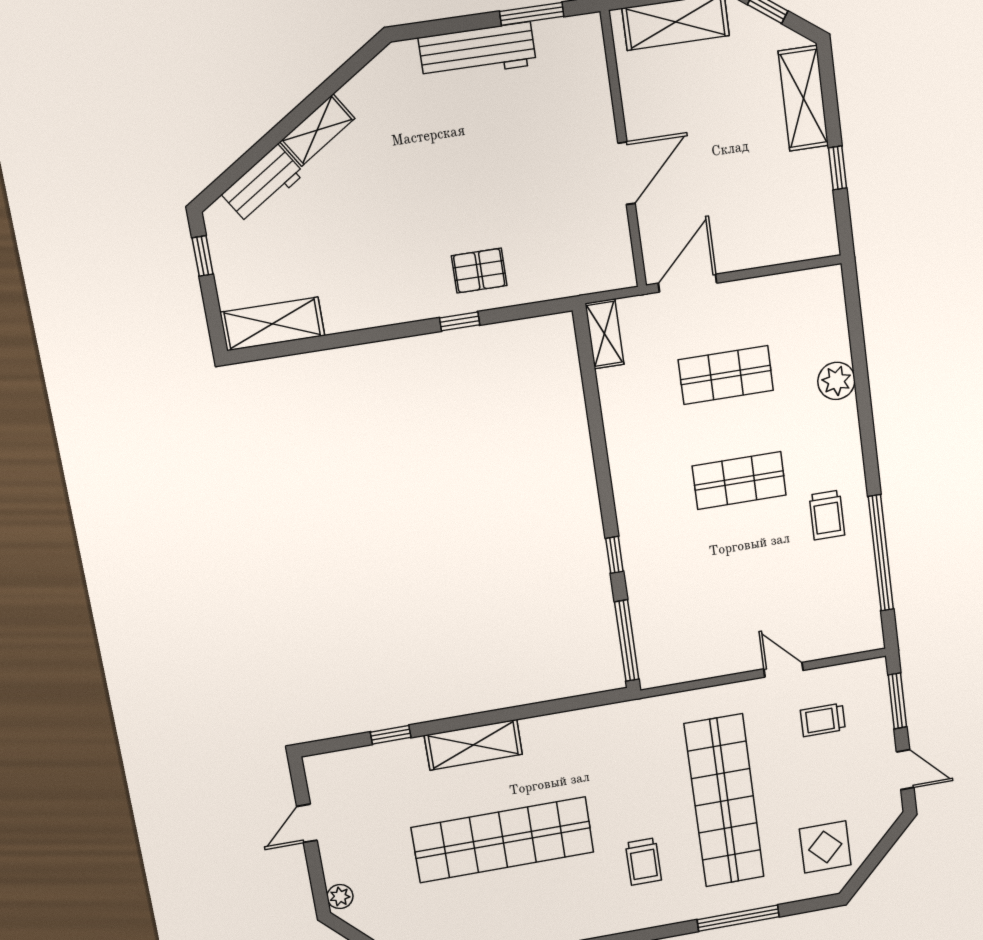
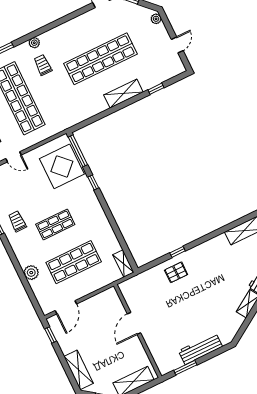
window: (838, 168) -> (51, 335), moved
door: (688, 283) -> (66, 307), moved
shop shelf: (726, 375) -> (74, 262), width x1.43, depth x1.36
display table: (677, 615) -> (62, 166), added
plant: (646, 917) -> (34, 43), added

